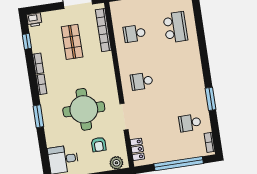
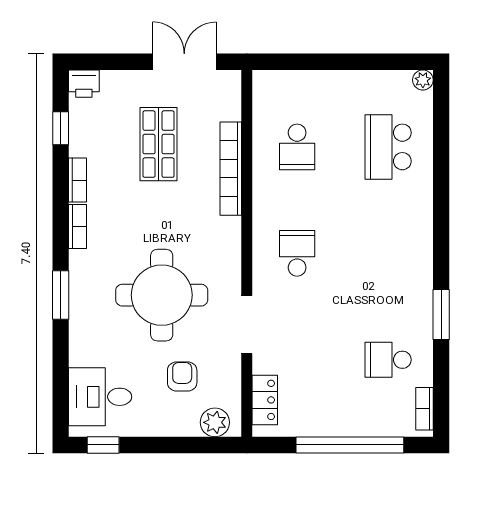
school desk: (175, 27) -> (388, 147), turned 180
bookcase: (103, 30) -> (231, 169), moved
school desk: (134, 34) -> (297, 147), turned -90
school desk: (142, 81) -> (297, 253), turned 90
armchair: (99, 144) -> (182, 376), turned 180

